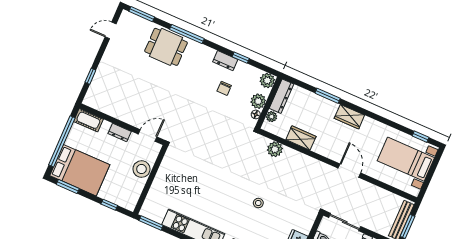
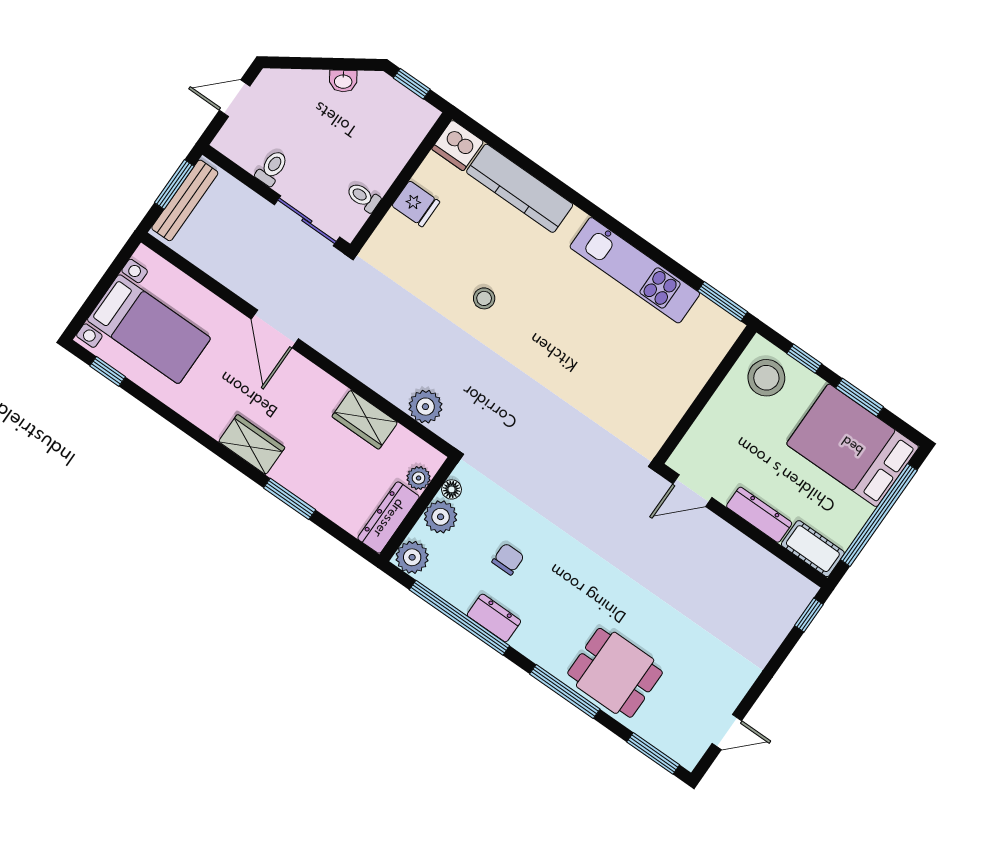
window: (241, 58) -> (459, 618), width x3.17
window: (90, 76) -> (809, 615), moved
dresser: (120, 132) -> (759, 515), width x1.44
stool: (141, 169) -> (766, 378), moved
window: (68, 187) -> (860, 397), moved

